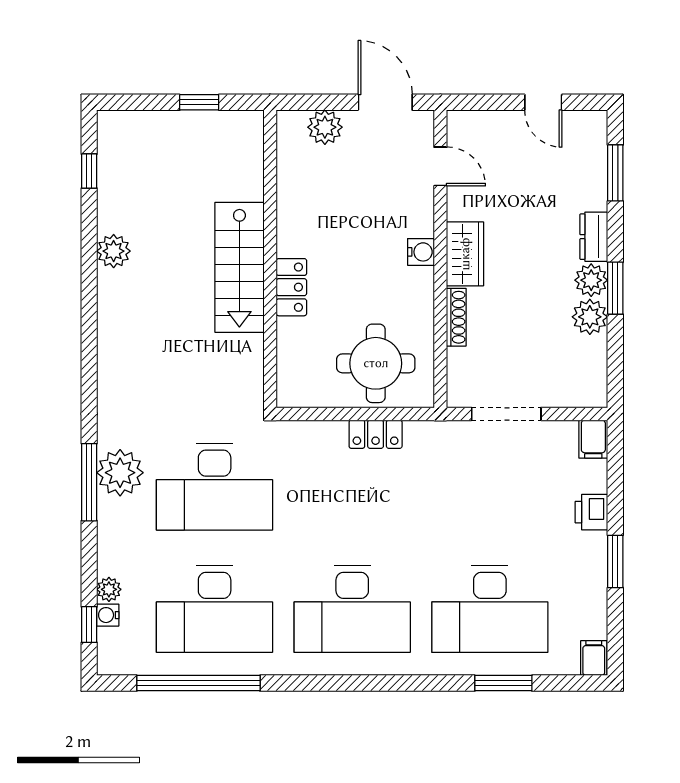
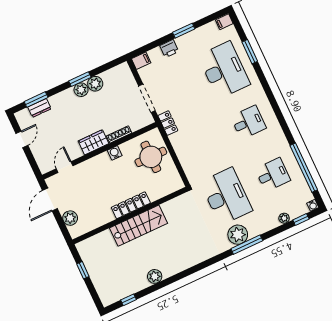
dresser: (594, 237) -> (39, 108), moved
water cooler: (421, 252) -> (115, 153), moved
locker: (291, 287) -> (131, 205), width x1.53
locker: (376, 434) -> (168, 123), moved
desk: (215, 609) -> (273, 175), width x0.53, depth x0.77
desk: (352, 609) -> (248, 122), width x0.53, depth x0.77
water cooler: (108, 615) -> (313, 205), moved

